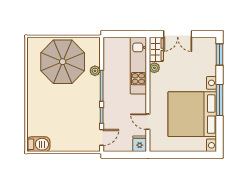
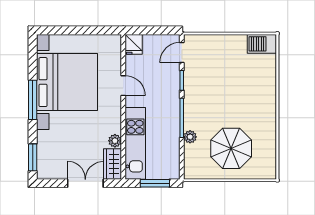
window: (123, 34) -> (155, 183), added
parasol: (63, 62) -> (231, 148), width x0.73, depth x0.73
door: (148, 122) -> (123, 86), moved

